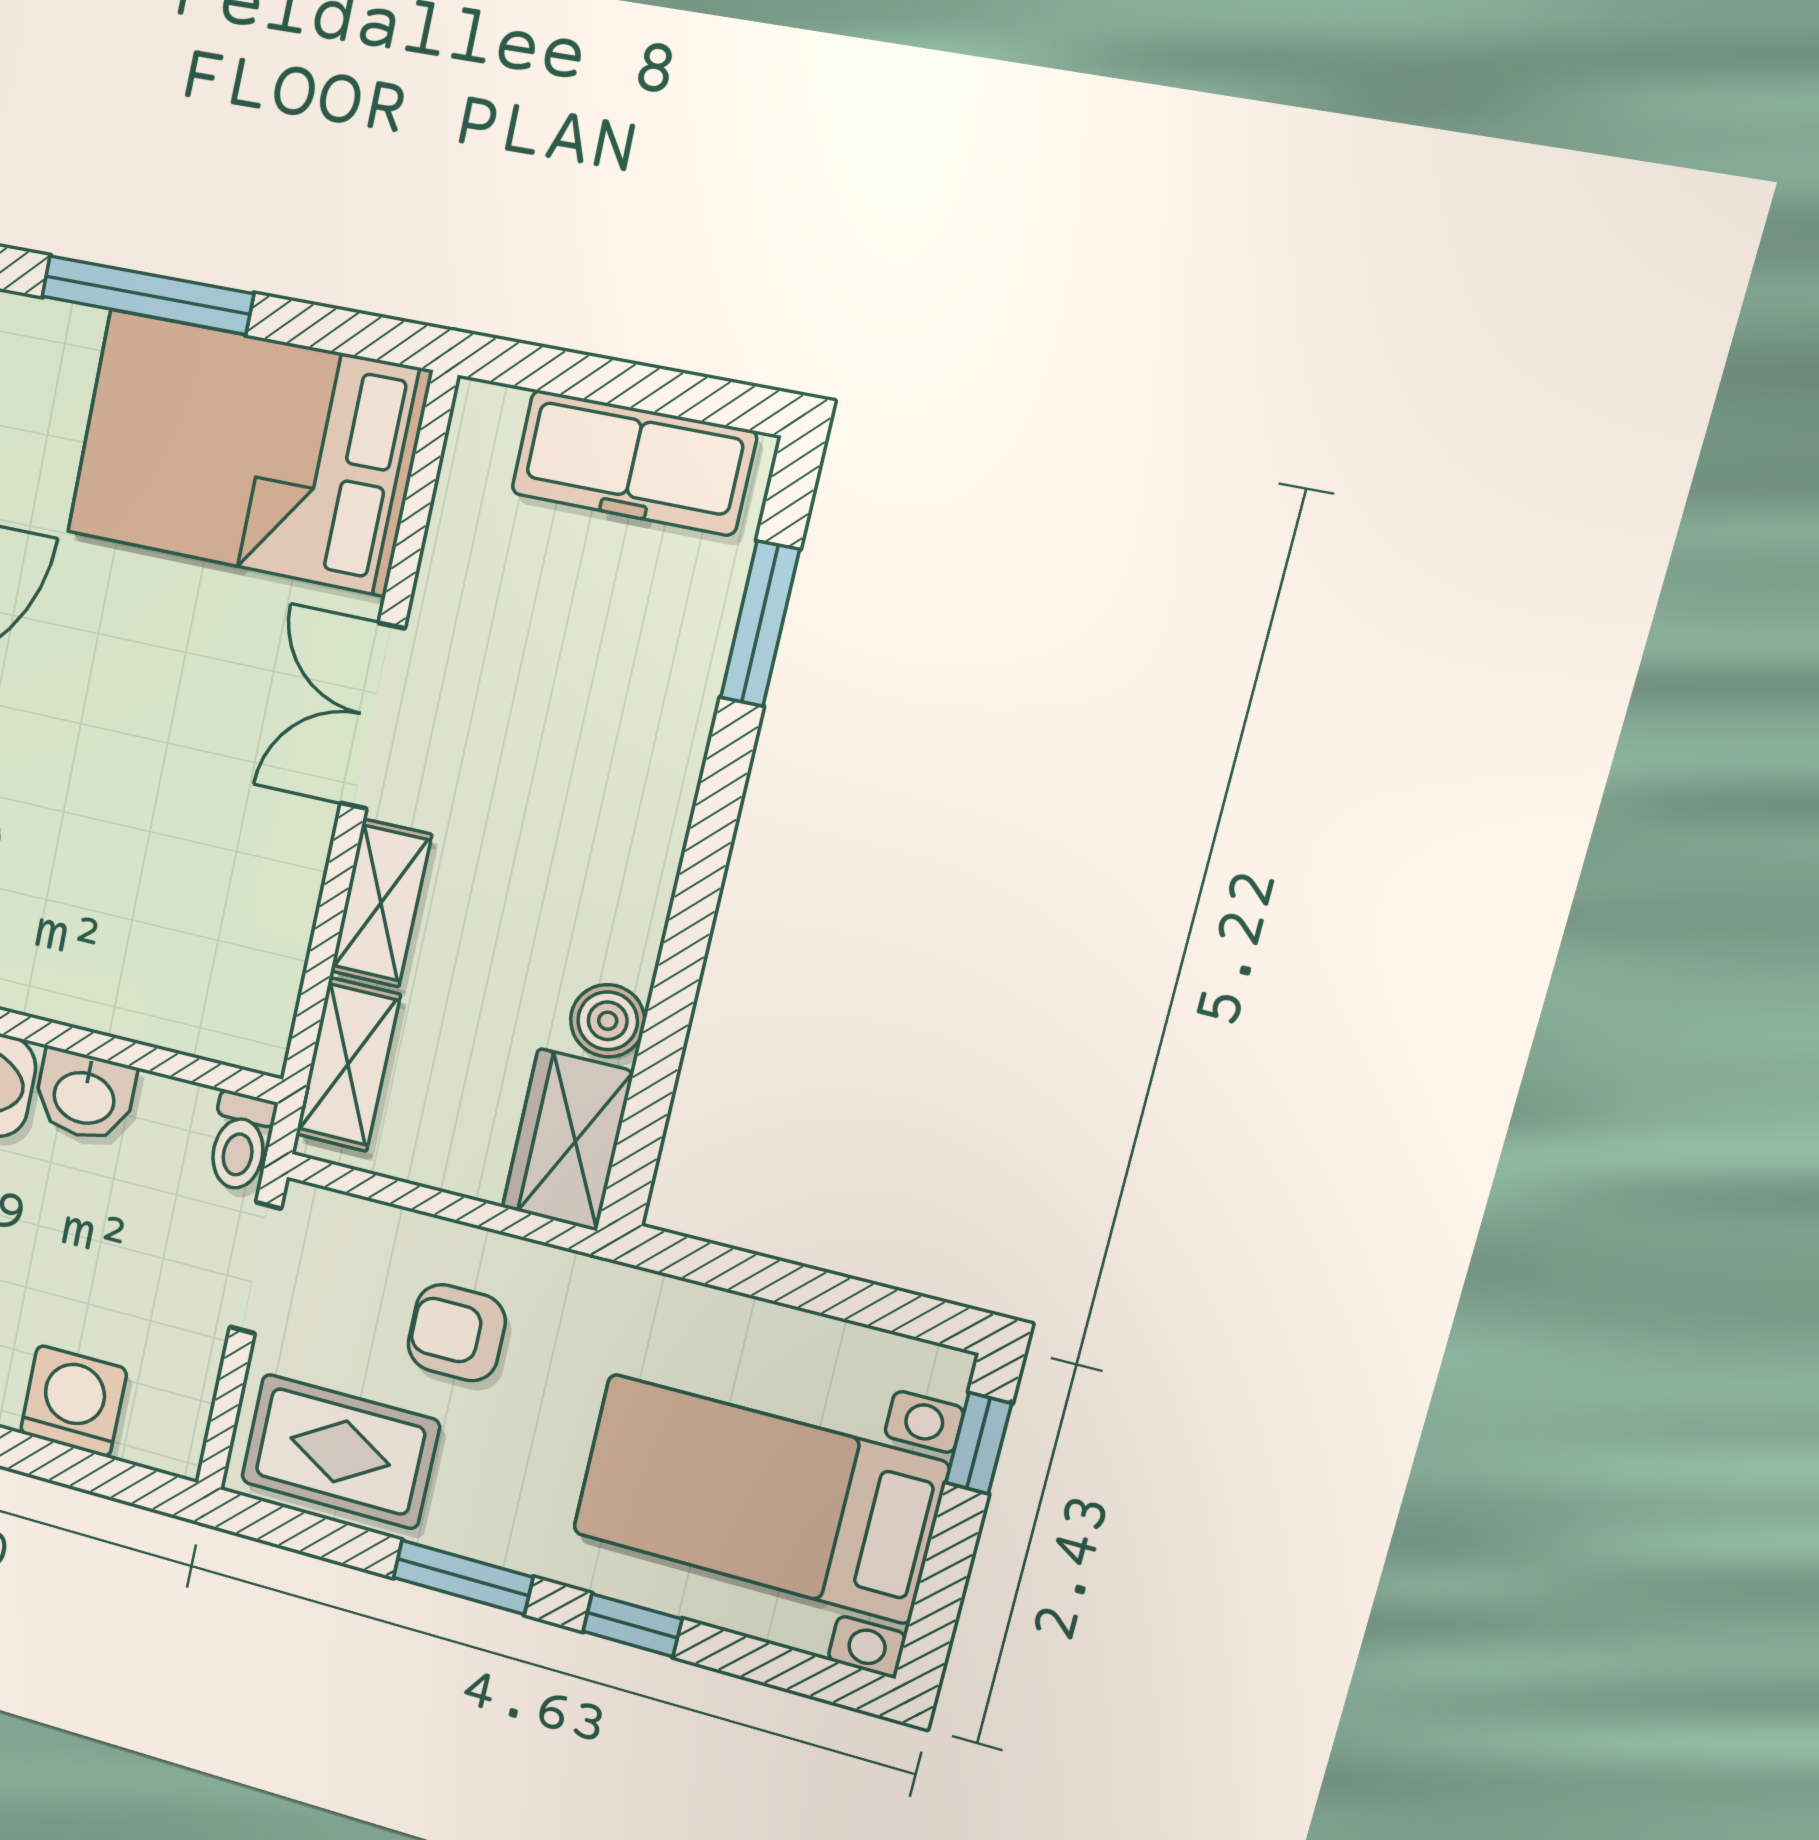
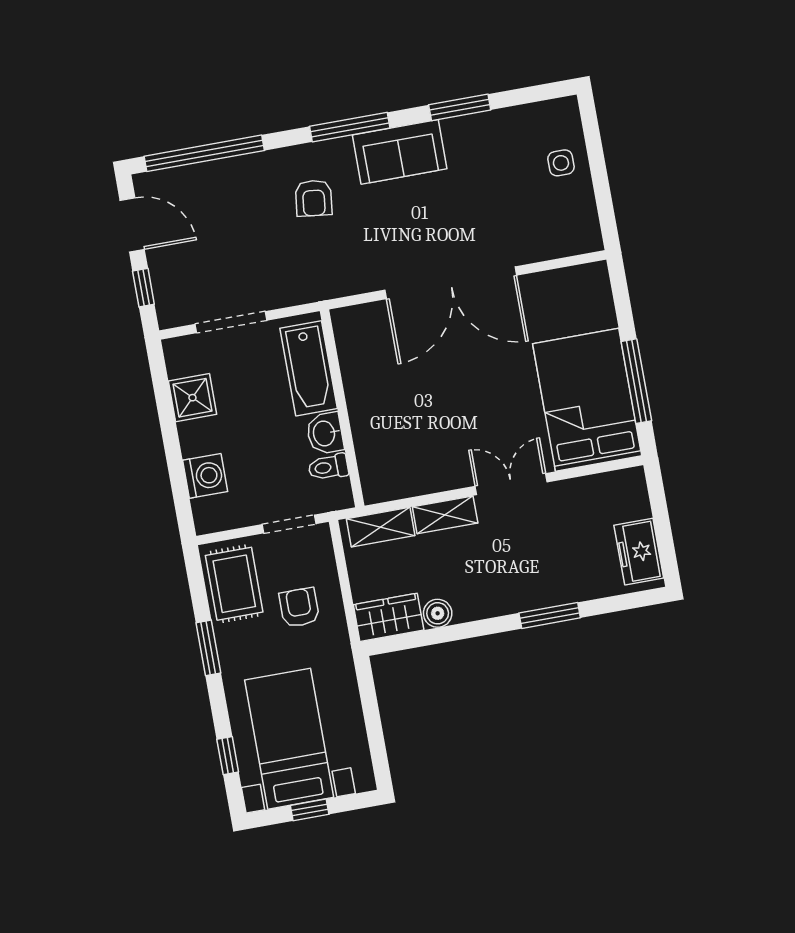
window: (147, 295) -> (636, 381), moved
freezer: (633, 463) -> (639, 552), width x0.71
window: (760, 624) -> (550, 615), moved
toilet: (240, 1142) -> (328, 467), moved
window: (979, 1443) -> (310, 810), moved
window: (632, 1625) -> (228, 756), moved

